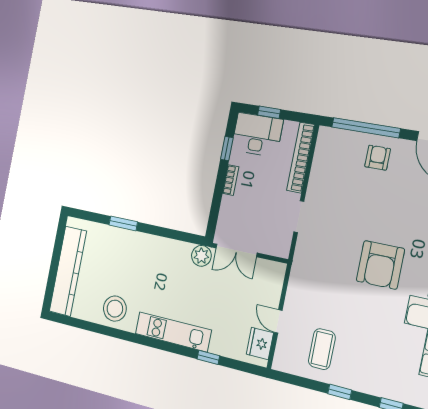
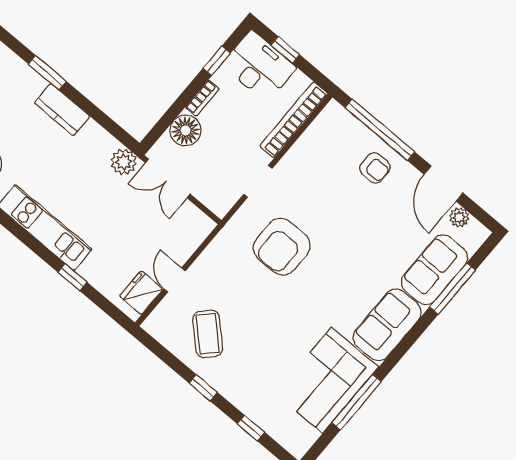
armchair: (378, 158) -> (375, 168), turned 90
floor lamp: (231, 209) -> (186, 130), added
kitchen counter: (145, 243) -> (62, 110), added
armchair: (380, 265) -> (282, 247), moved
coffee table: (322, 349) -> (208, 334), turned -46

